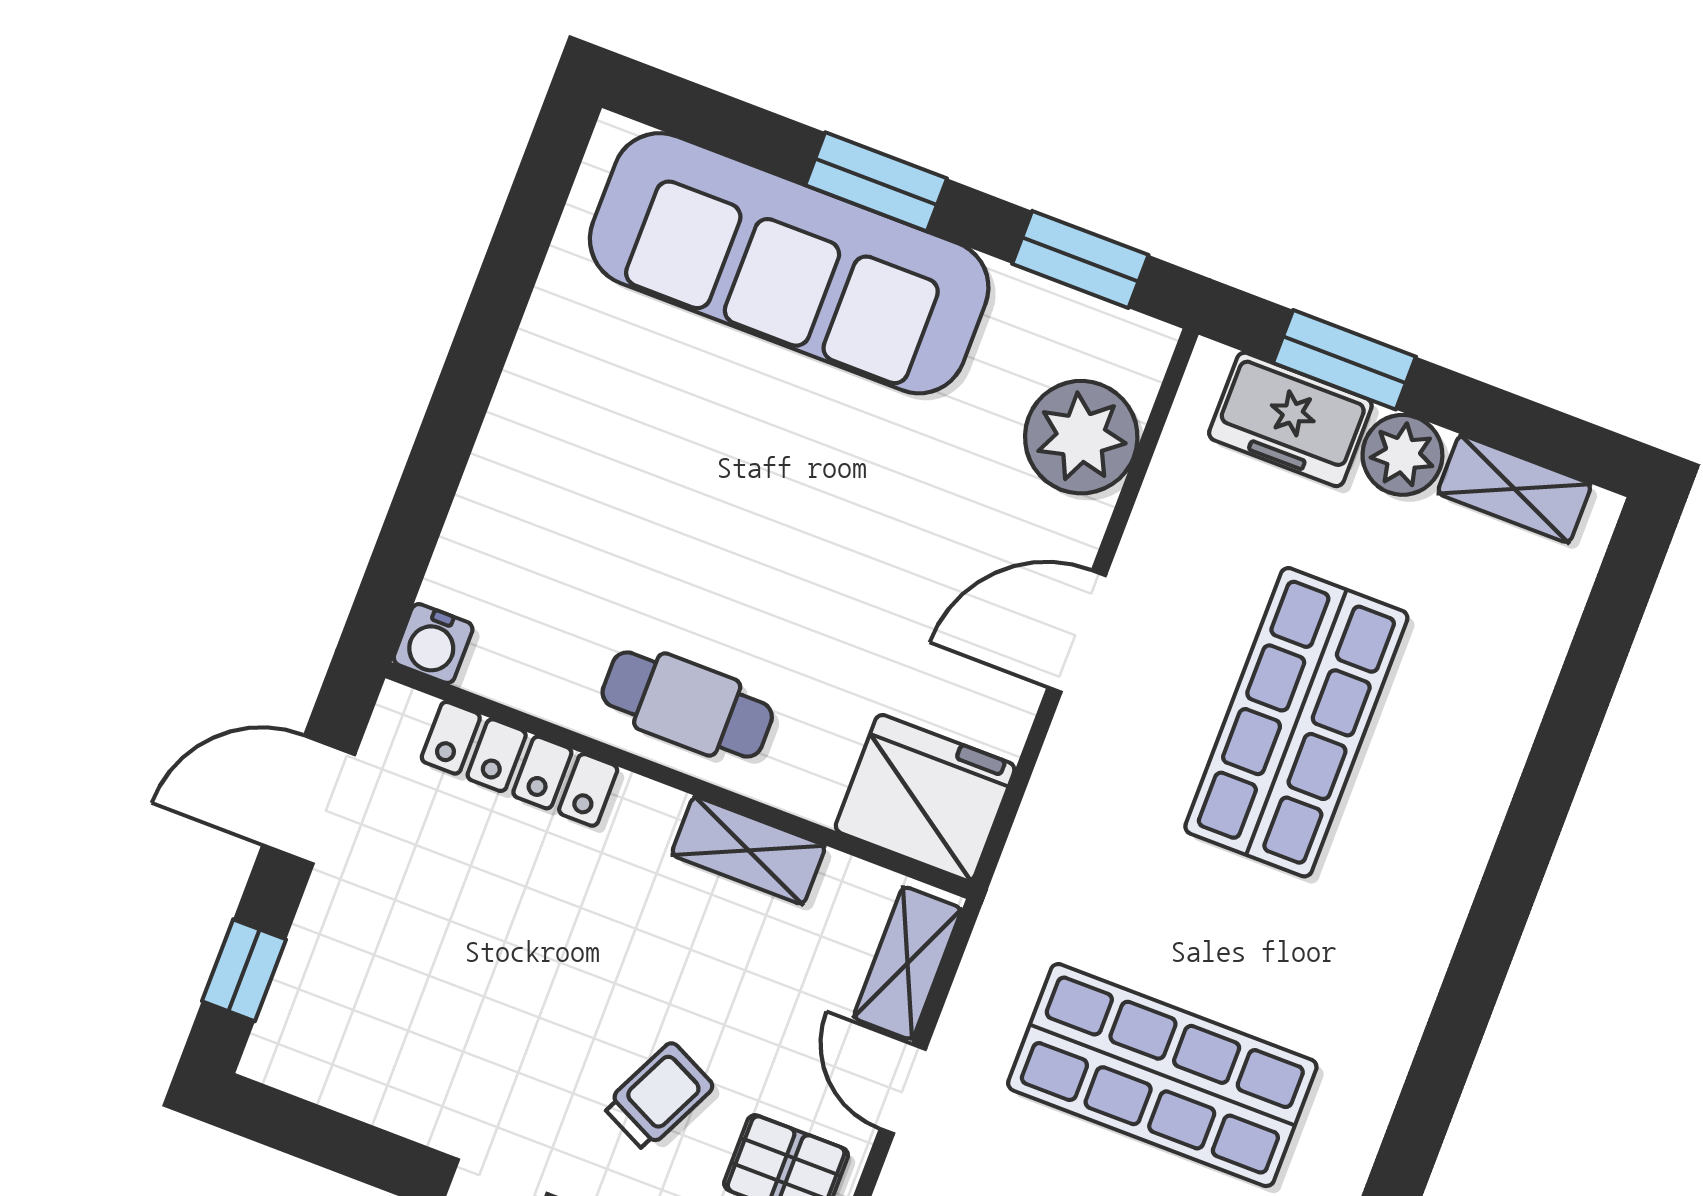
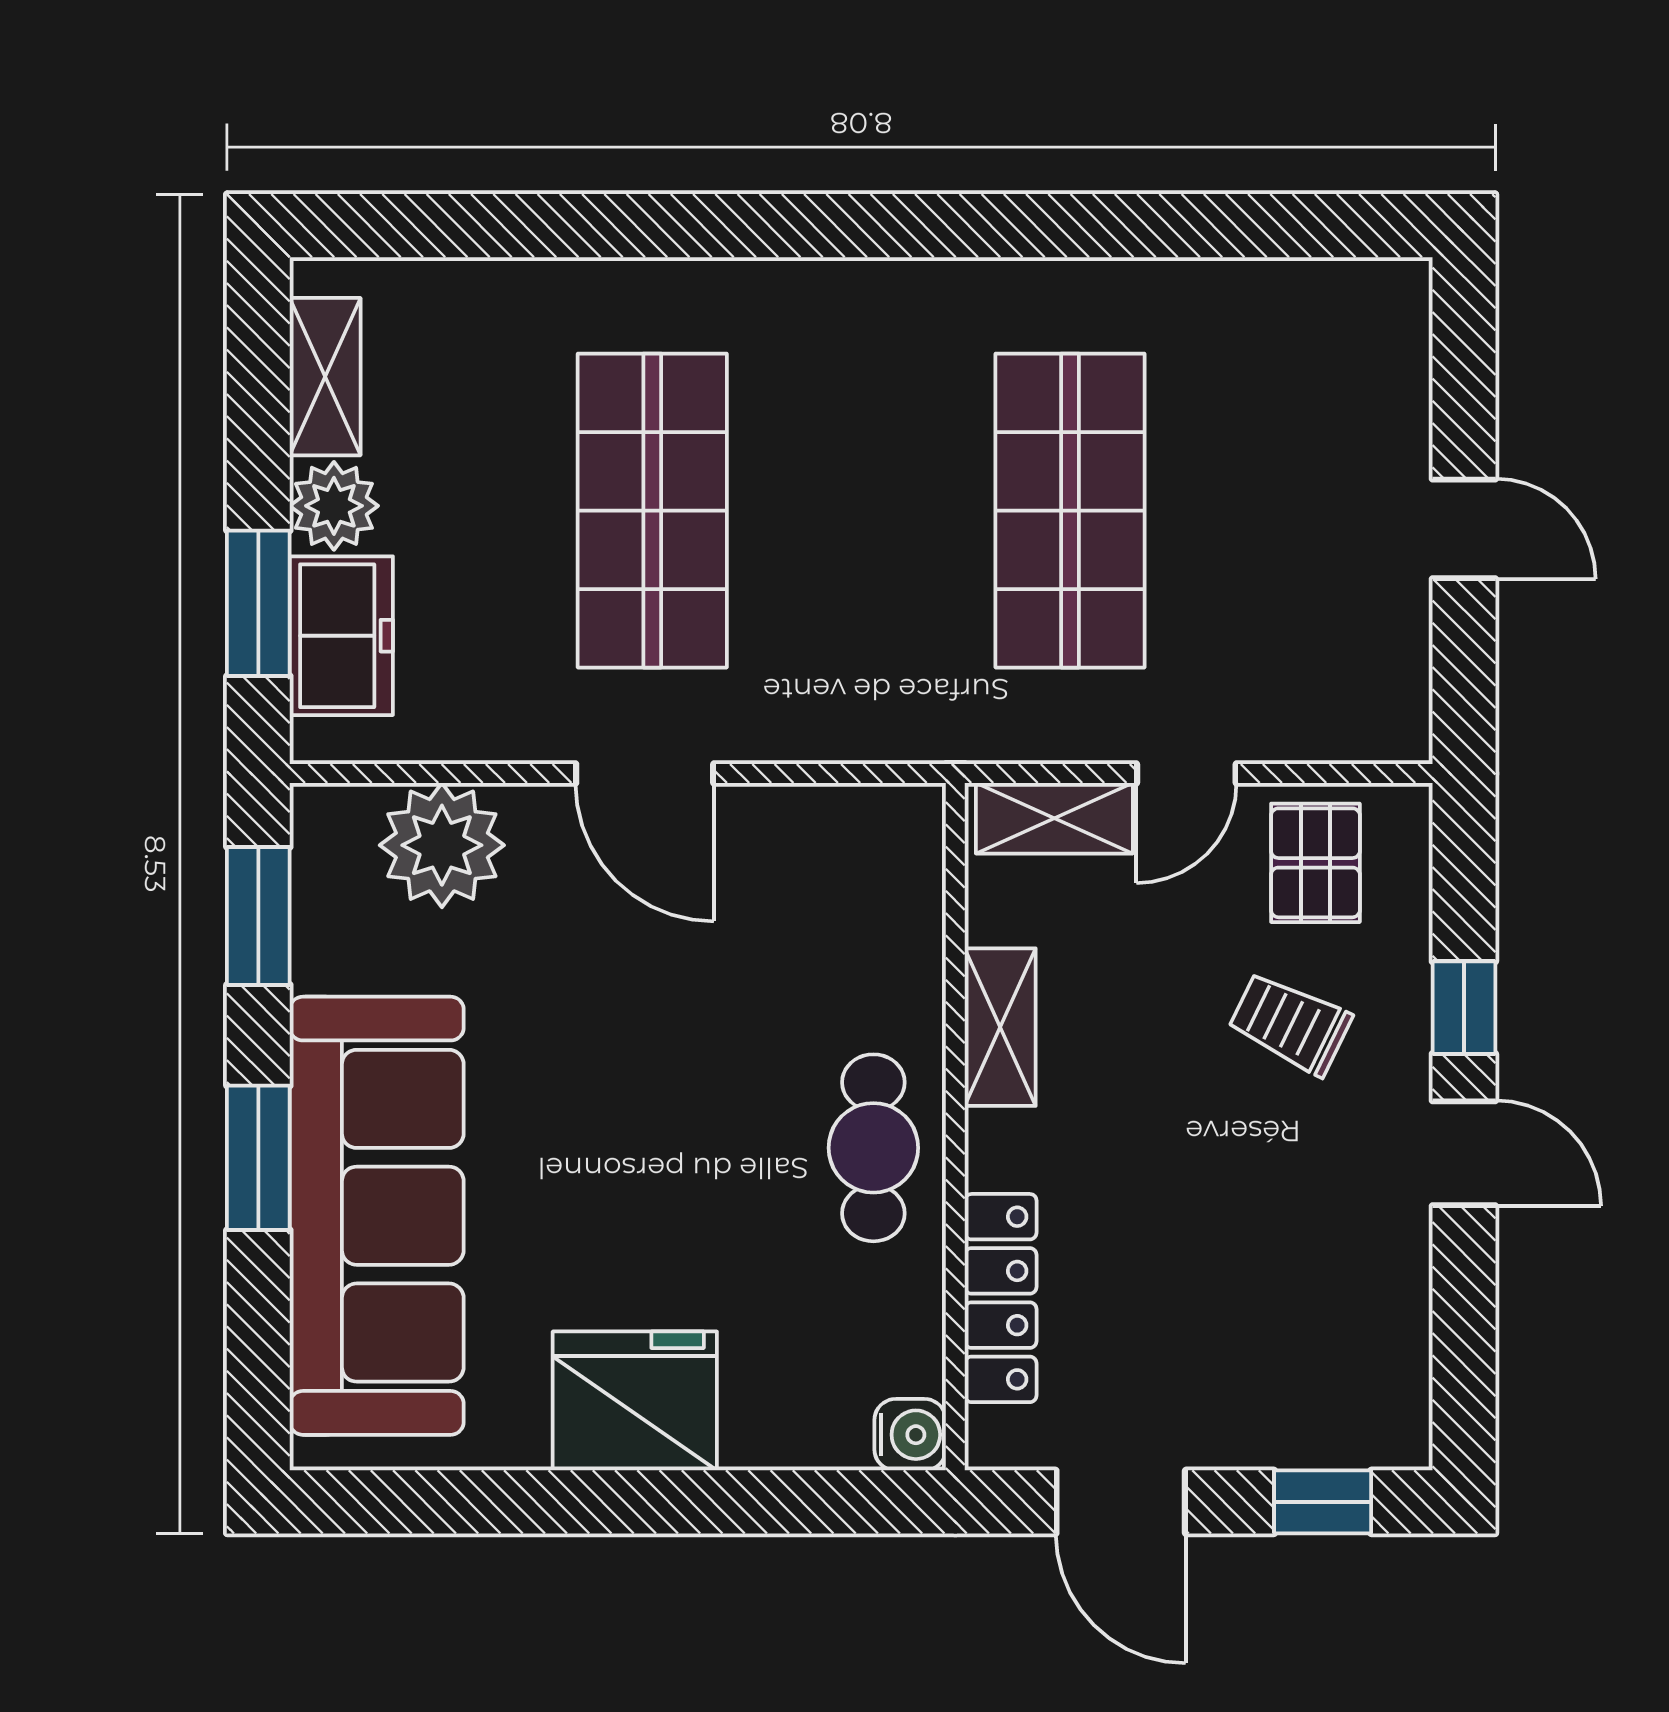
shop shelf: (1296, 722) -> (652, 511), turned 90
fridge: (925, 798) -> (635, 1401), moved, turned 90

